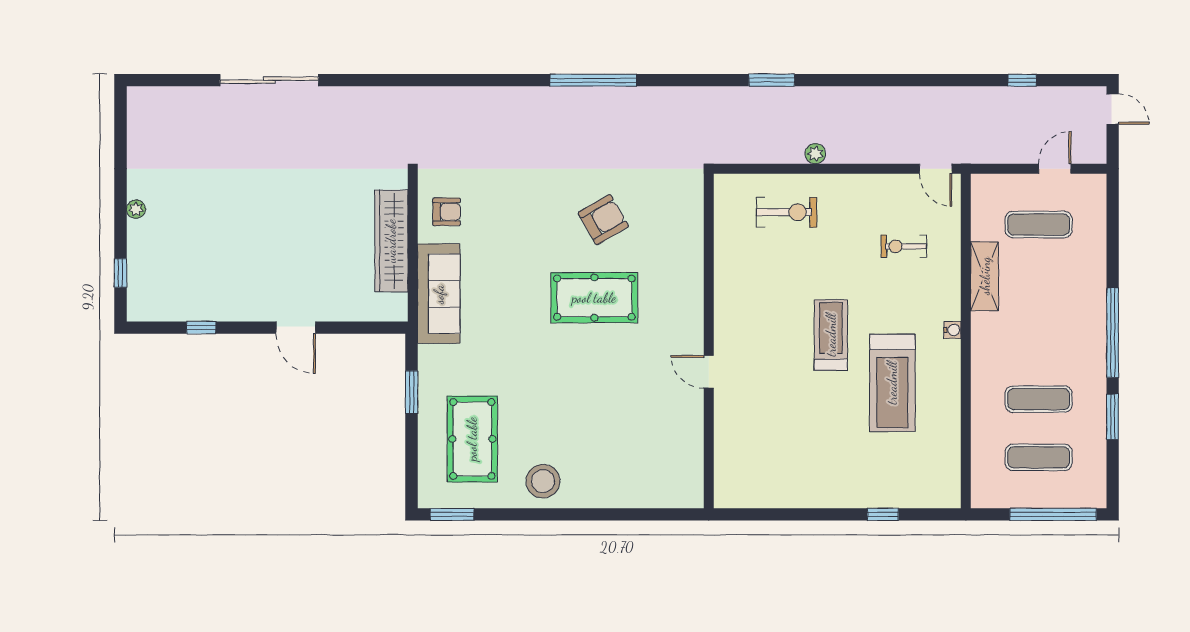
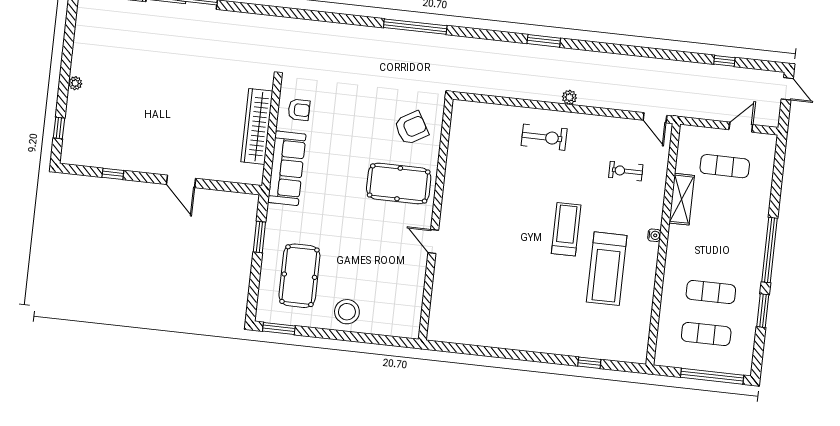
wall: (709, 341) -> (436, 219), moved
door: (709, 372) -> (433, 241), moved

